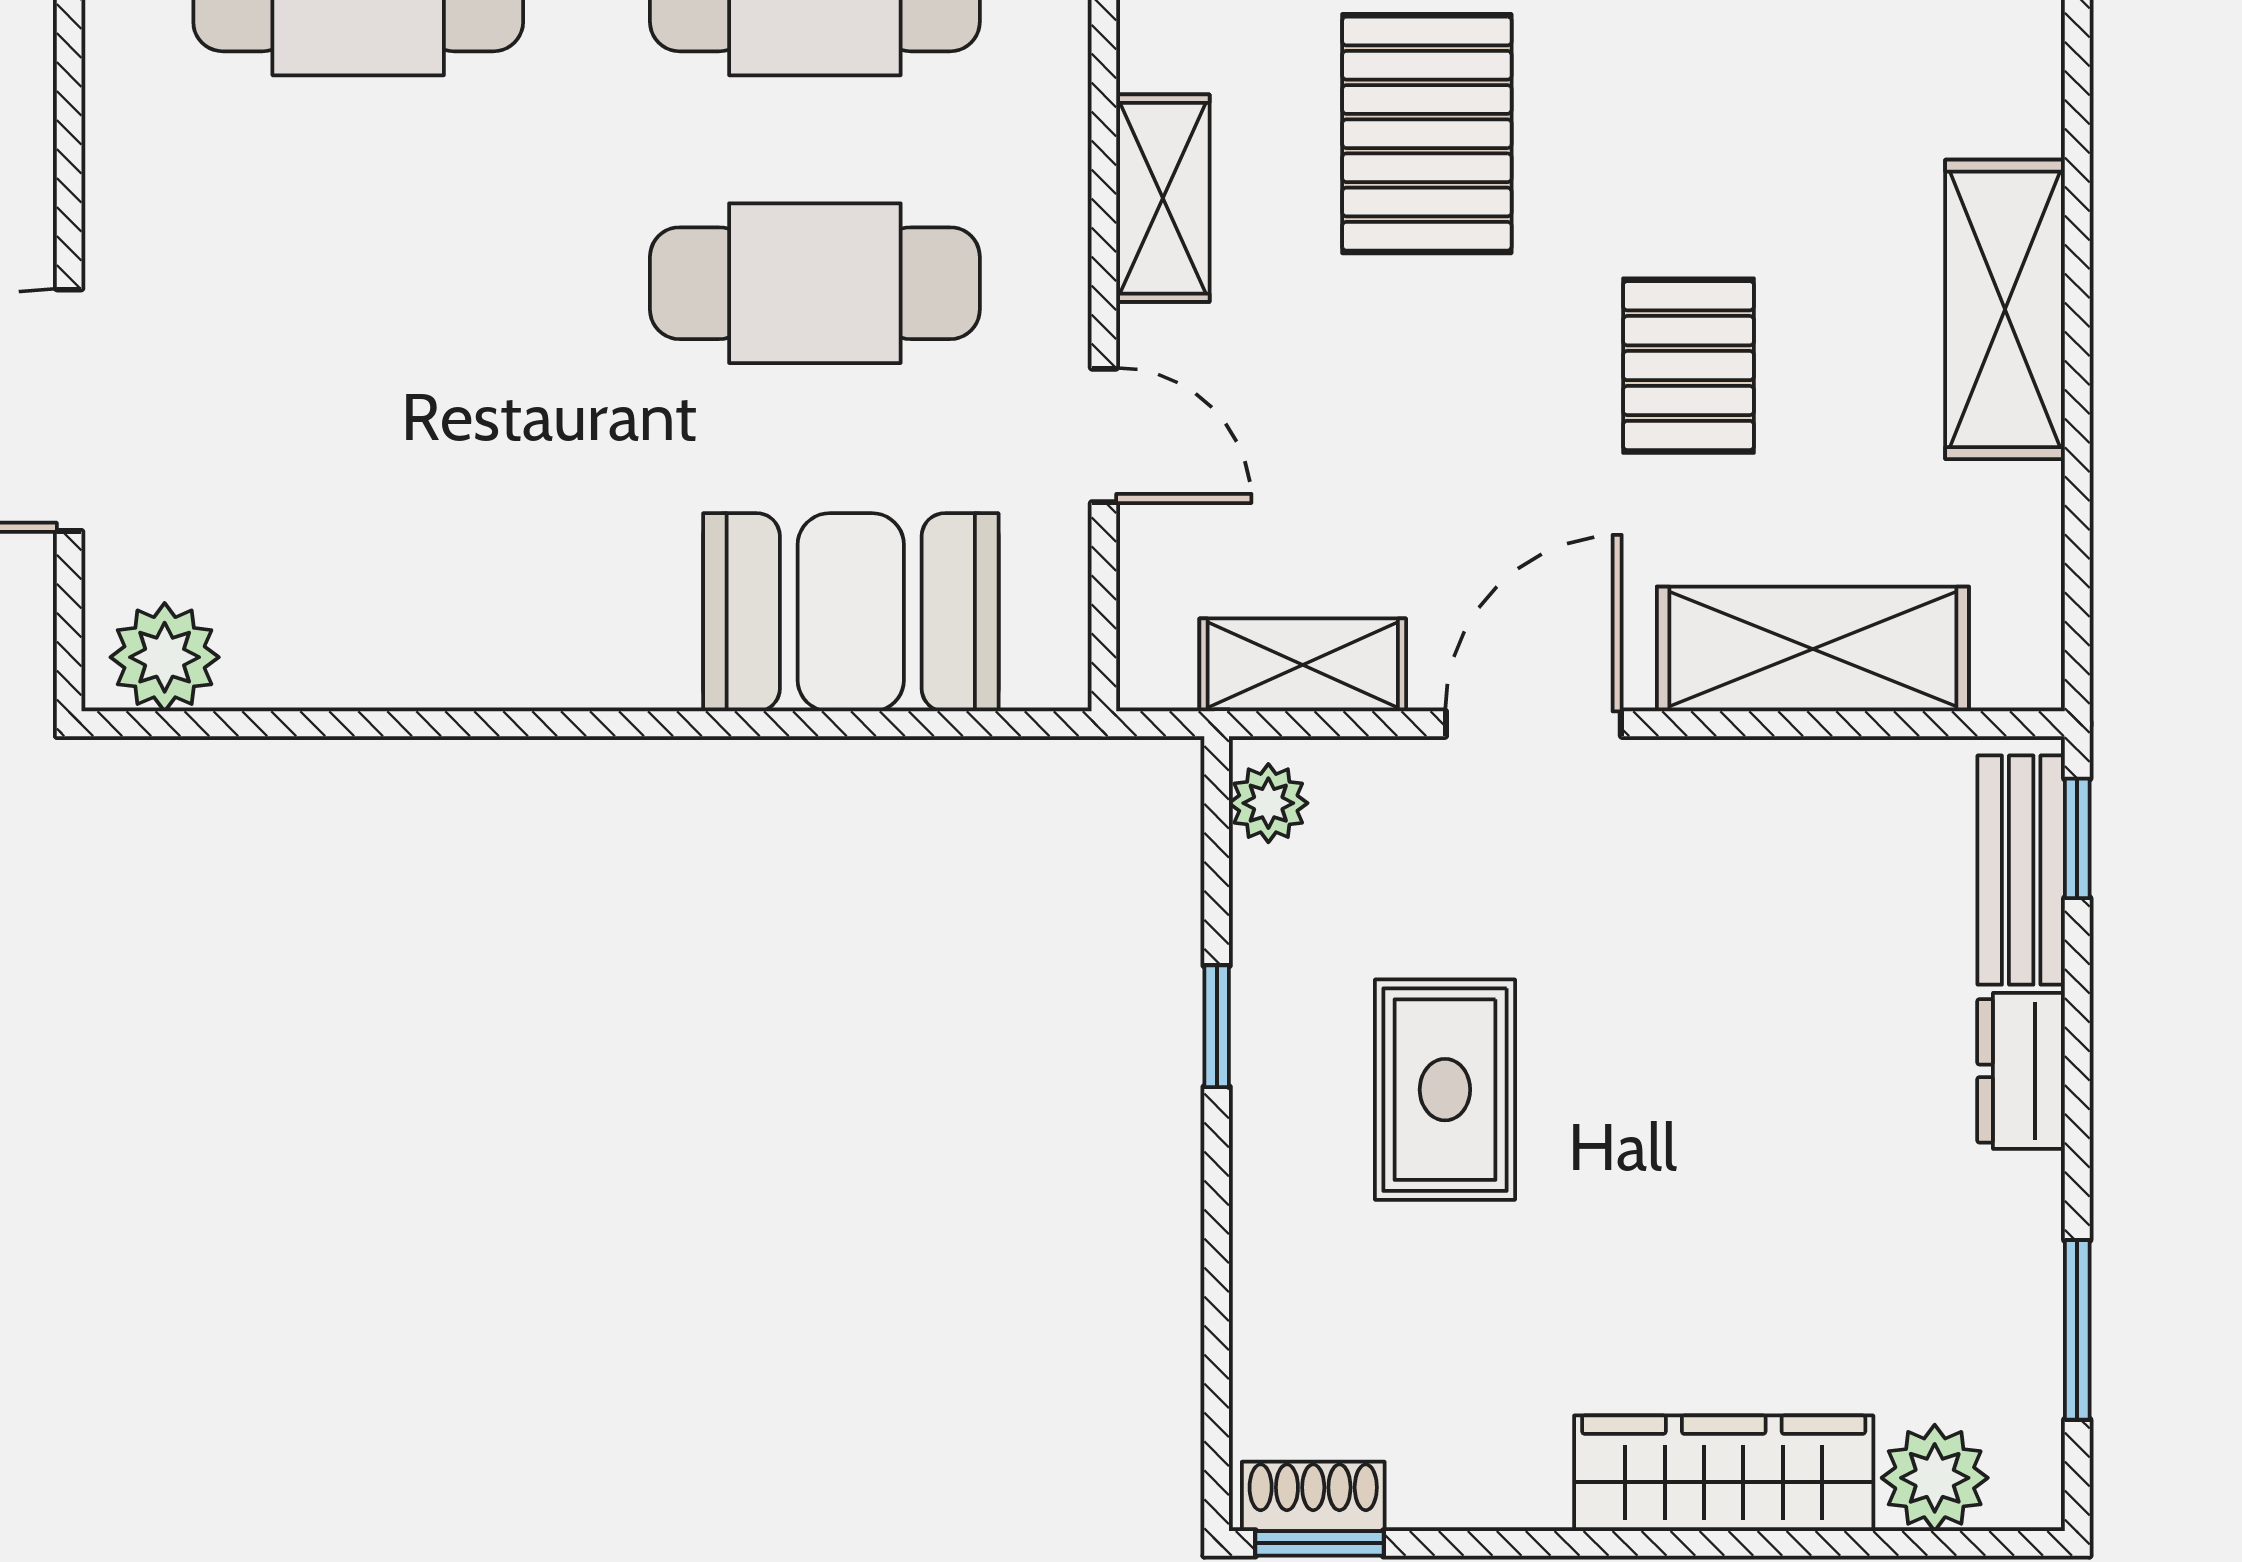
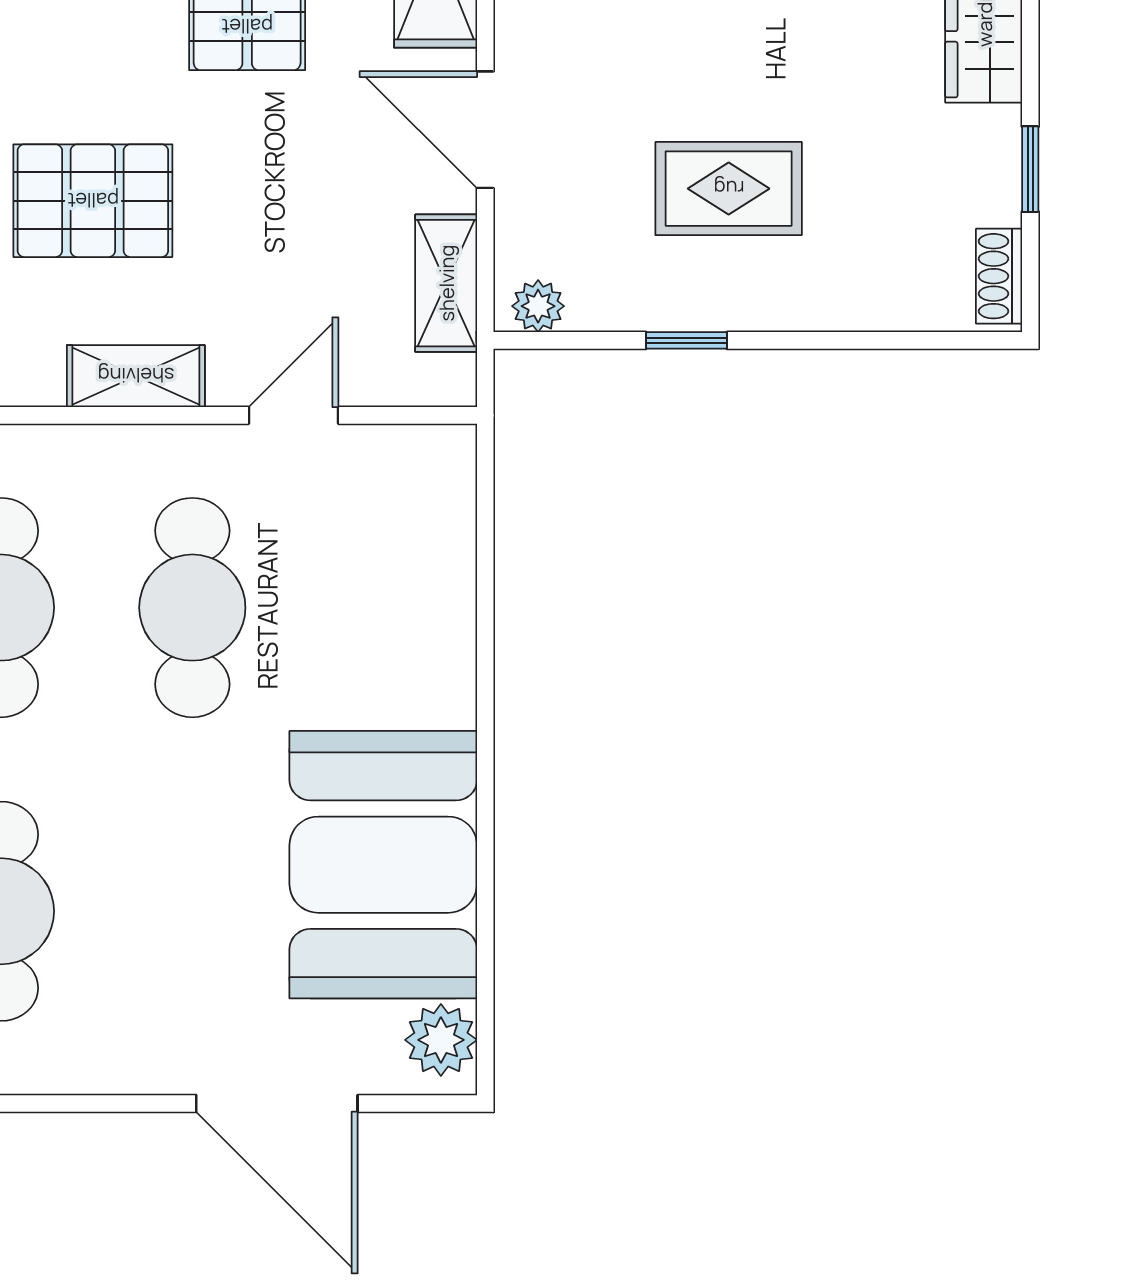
booth: (851, 612) -> (383, 865), moved, width x1.36, depth x1.42
window: (1319, 1543) -> (1030, 169), moved

